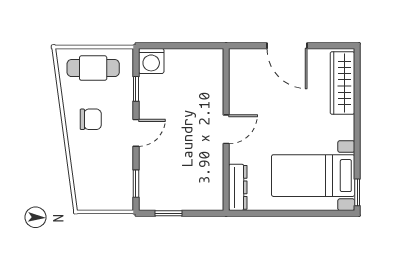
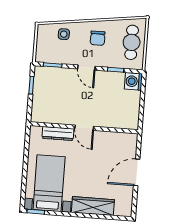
wardrobe: (342, 83) -> (93, 206), moved
side table: (88, 170) -> (64, 34), added
dresser: (238, 187) -> (58, 134), moved

